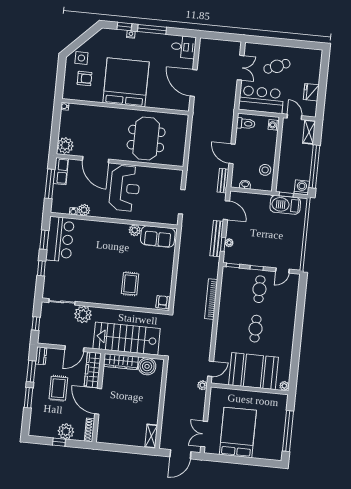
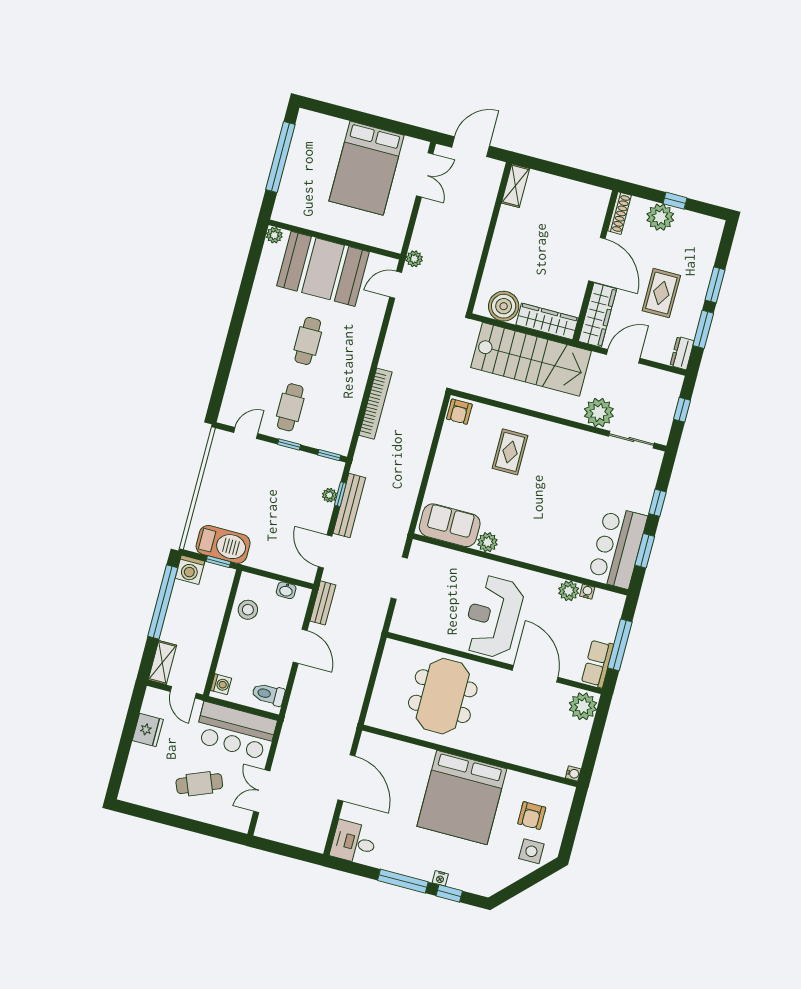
armchair: (85, 78) -> (532, 816), turned -90

